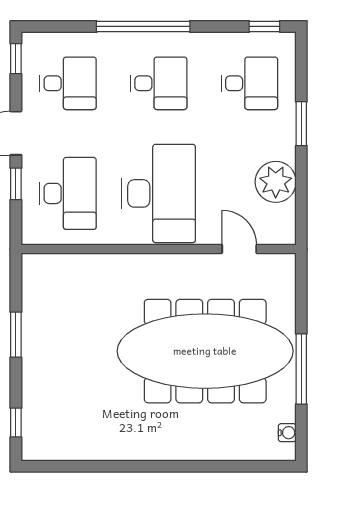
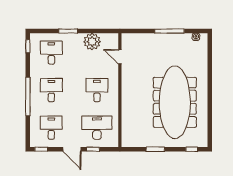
desk: (159, 193) -> (97, 90), width x0.53, depth x0.77
door: (239, 249) -> (120, 57), hinge flipped
meeting table: (205, 351) -> (175, 102), moved

